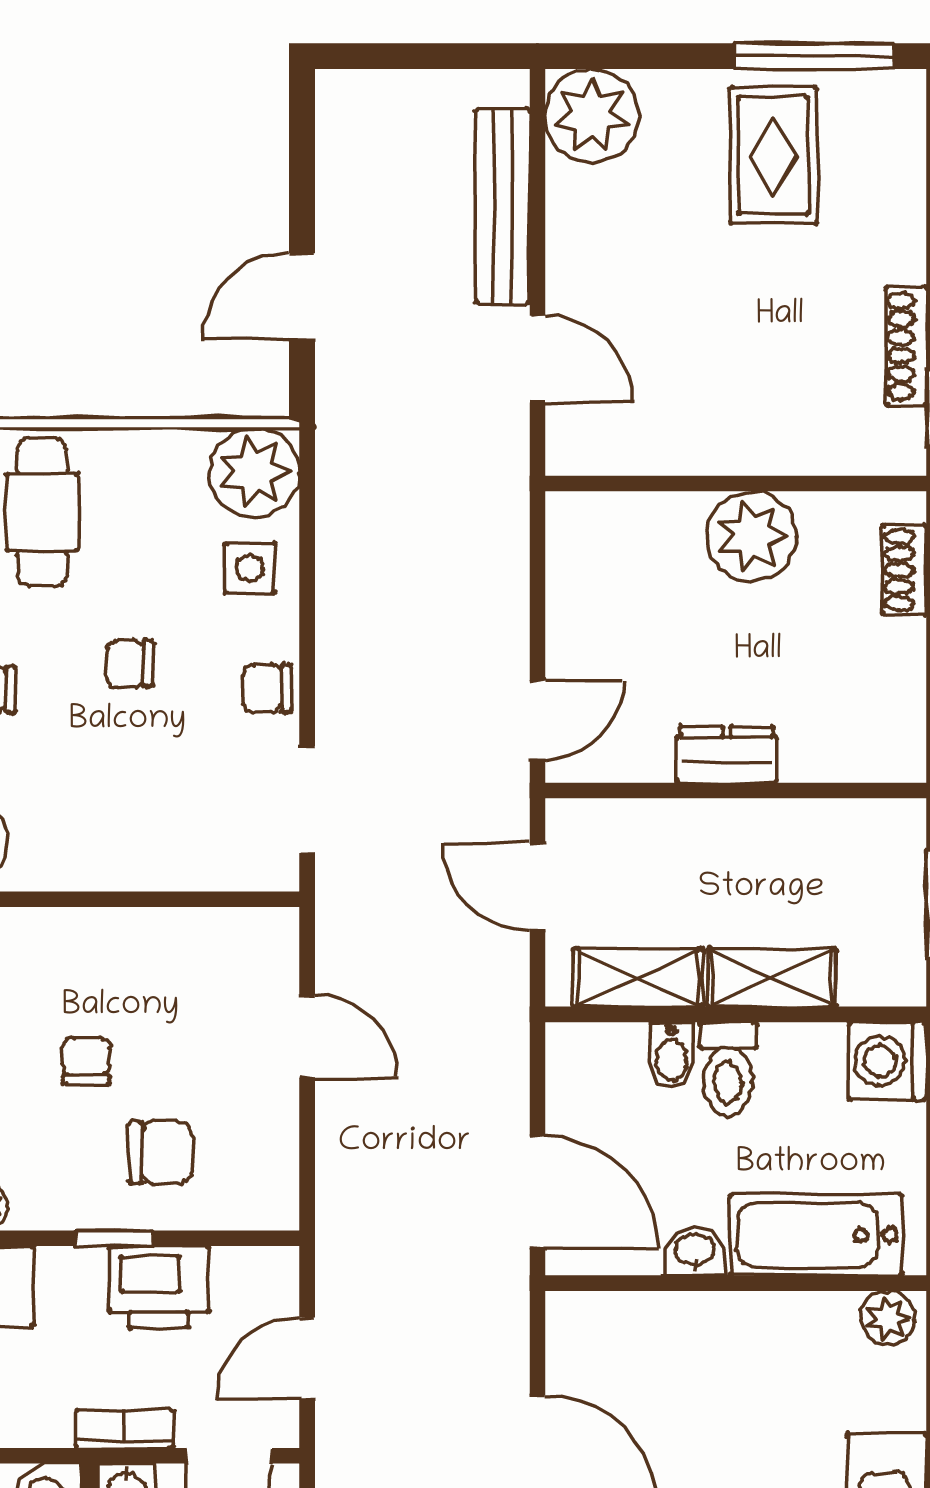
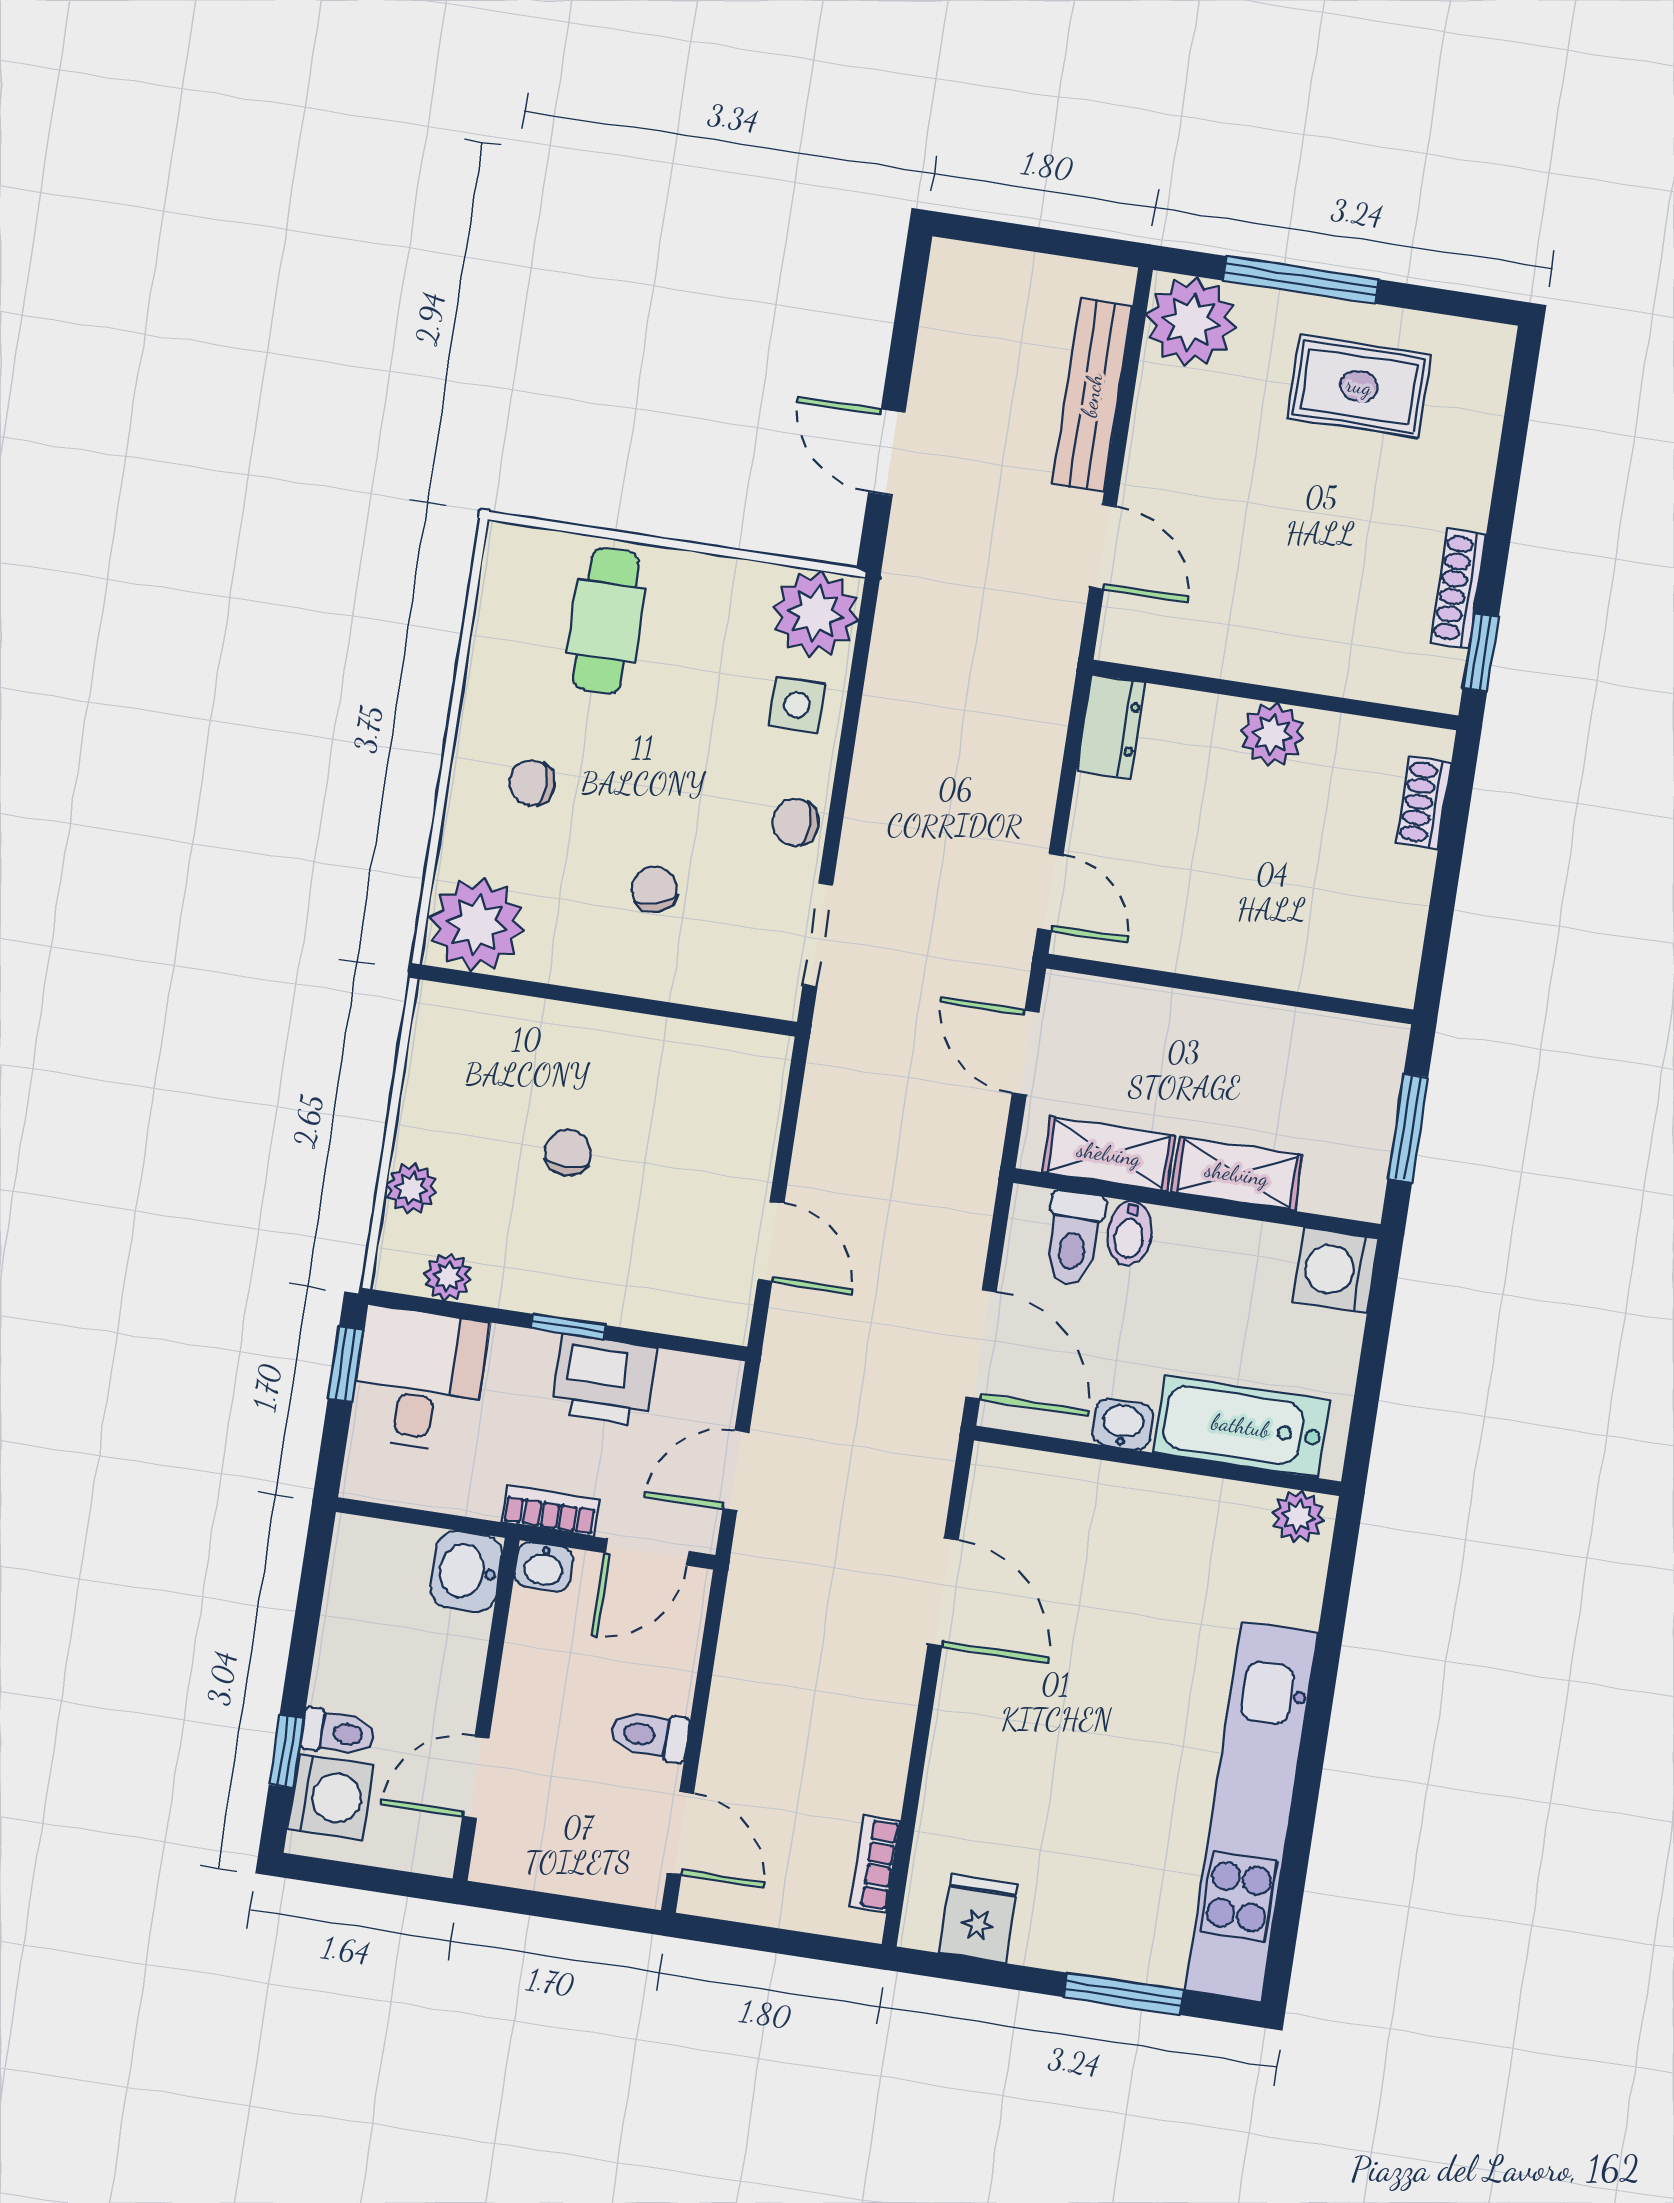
window: (814, 56) -> (1301, 280), moved
rug: (773, 155) -> (1359, 386), turned 90
door: (302, 297) -> (887, 452), hinge flipped
plant: (752, 536) -> (1272, 734), width x0.73, depth x0.73
chair: (130, 664) -> (654, 889), moved, turned 72
door: (537, 719) -> (1050, 892), hinge flipped
dresser: (727, 755) -> (1111, 727), moved, turned 90
door: (307, 1036) -> (771, 1242), moved
toilet: (728, 1069) -> (1073, 1238), moved
chair: (161, 1153) -> (626, 1252), removed

